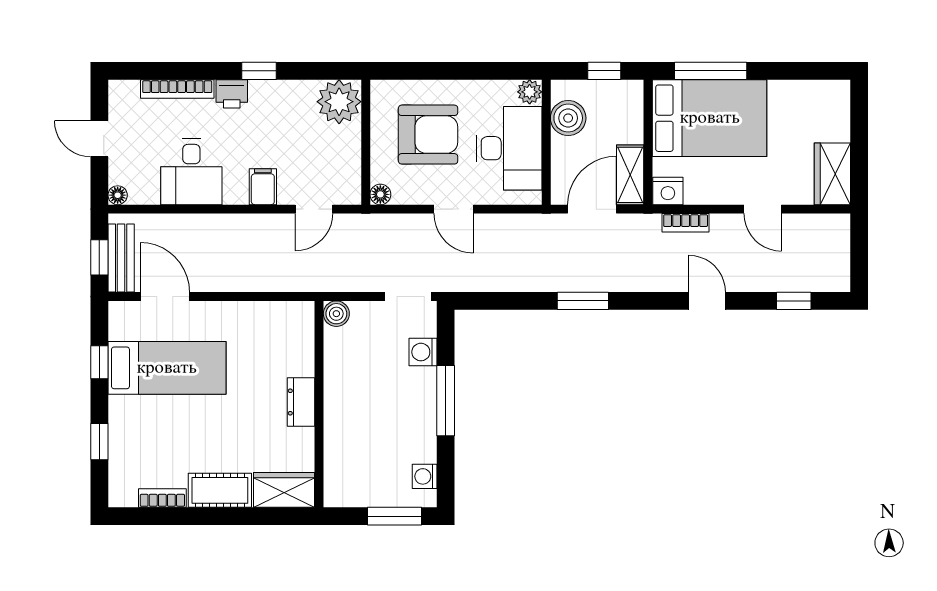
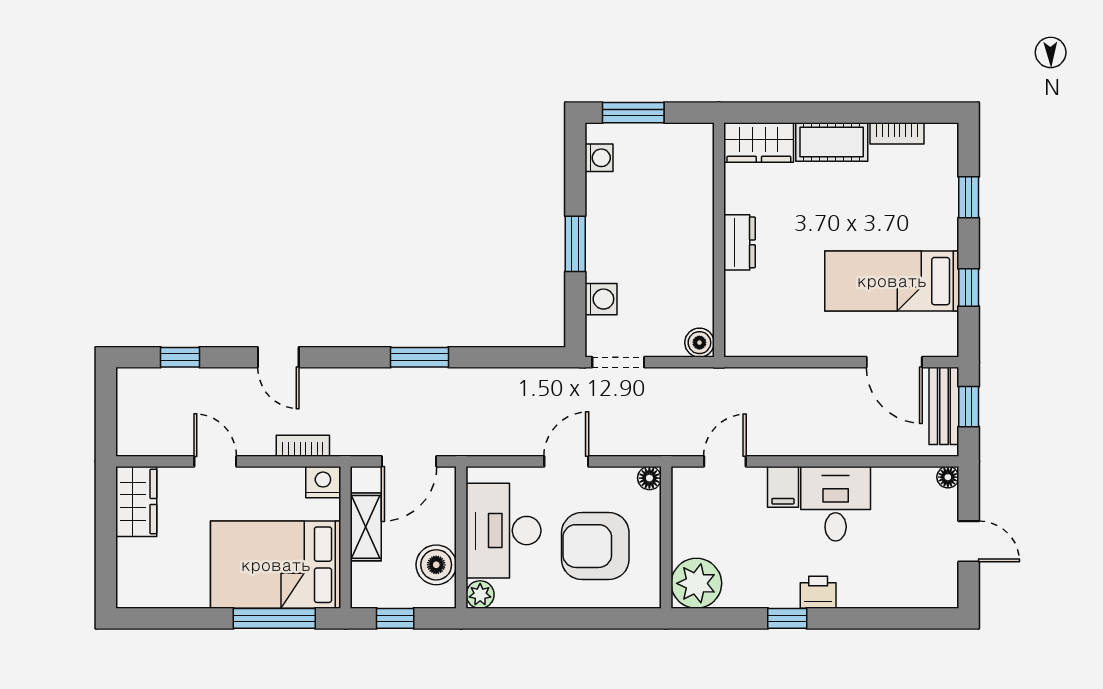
bookcase: (177, 89) -> (880, 598), removed
desk: (191, 172) -> (836, 504), moved
shelving: (630, 175) -> (366, 527), moved
door: (454, 209) -> (566, 461), hinge flipped
window: (446, 401) -> (575, 244), width x0.69

